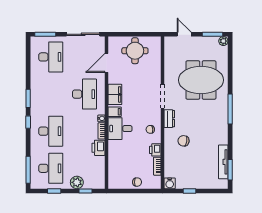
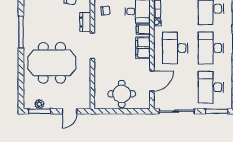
door: (184, 34) -> (70, 111), hinge flipped
plant: (223, 41) -> (39, 104), moved
desk: (51, 94) -> (211, 48), added

